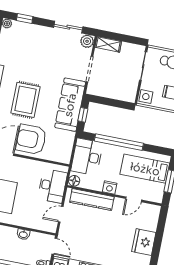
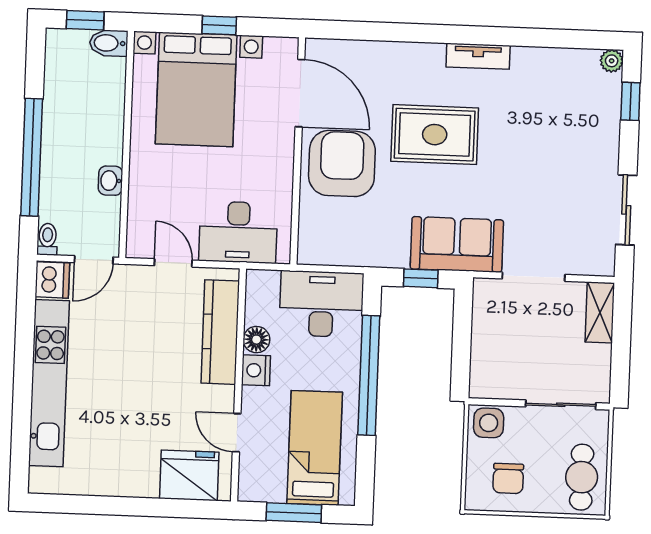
plant: (87, 41) -> (599, 260), removed
sofa: (70, 105) -> (457, 244), width x0.73
floor lamp: (74, 181) -> (256, 340), moved
fridge: (144, 242) -> (189, 475), moved

